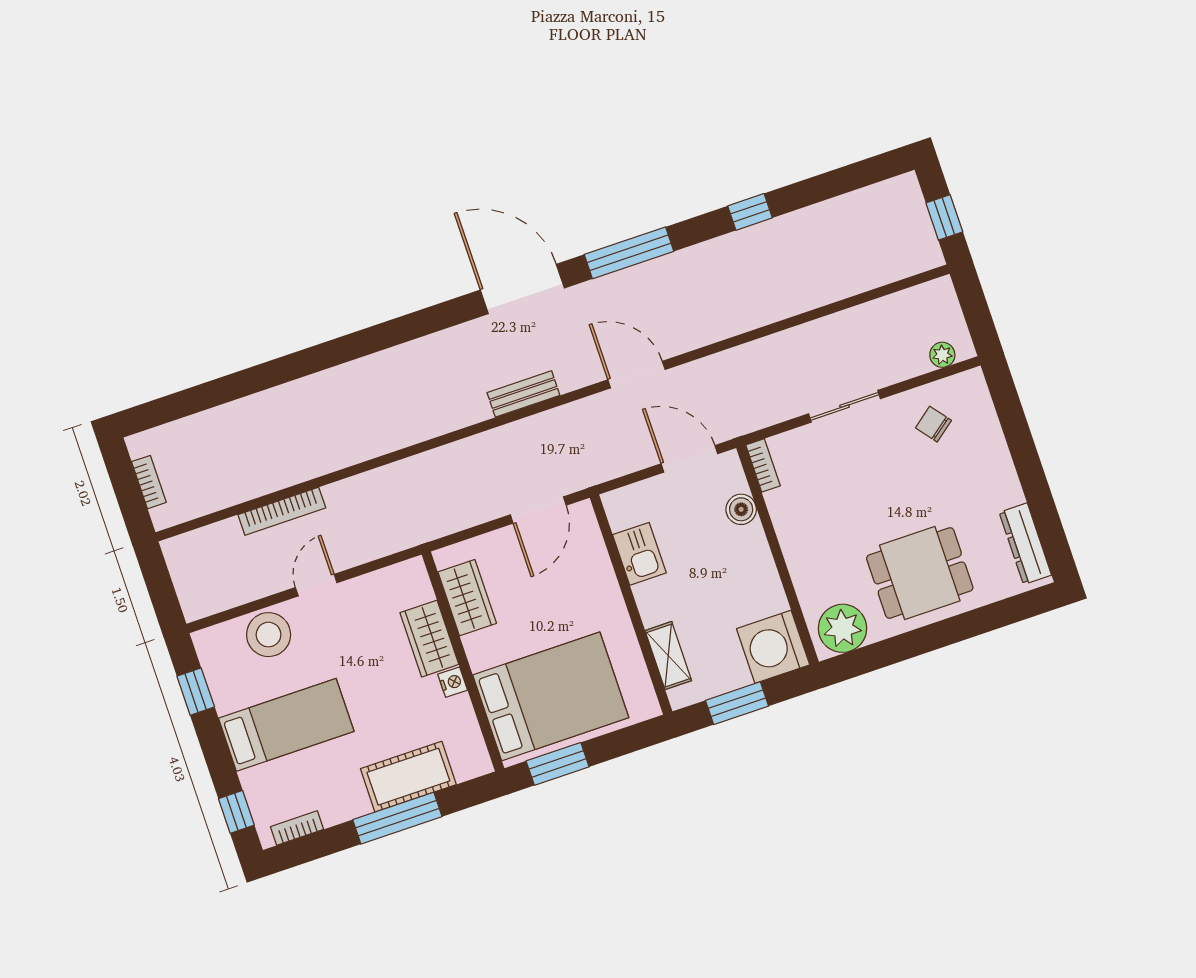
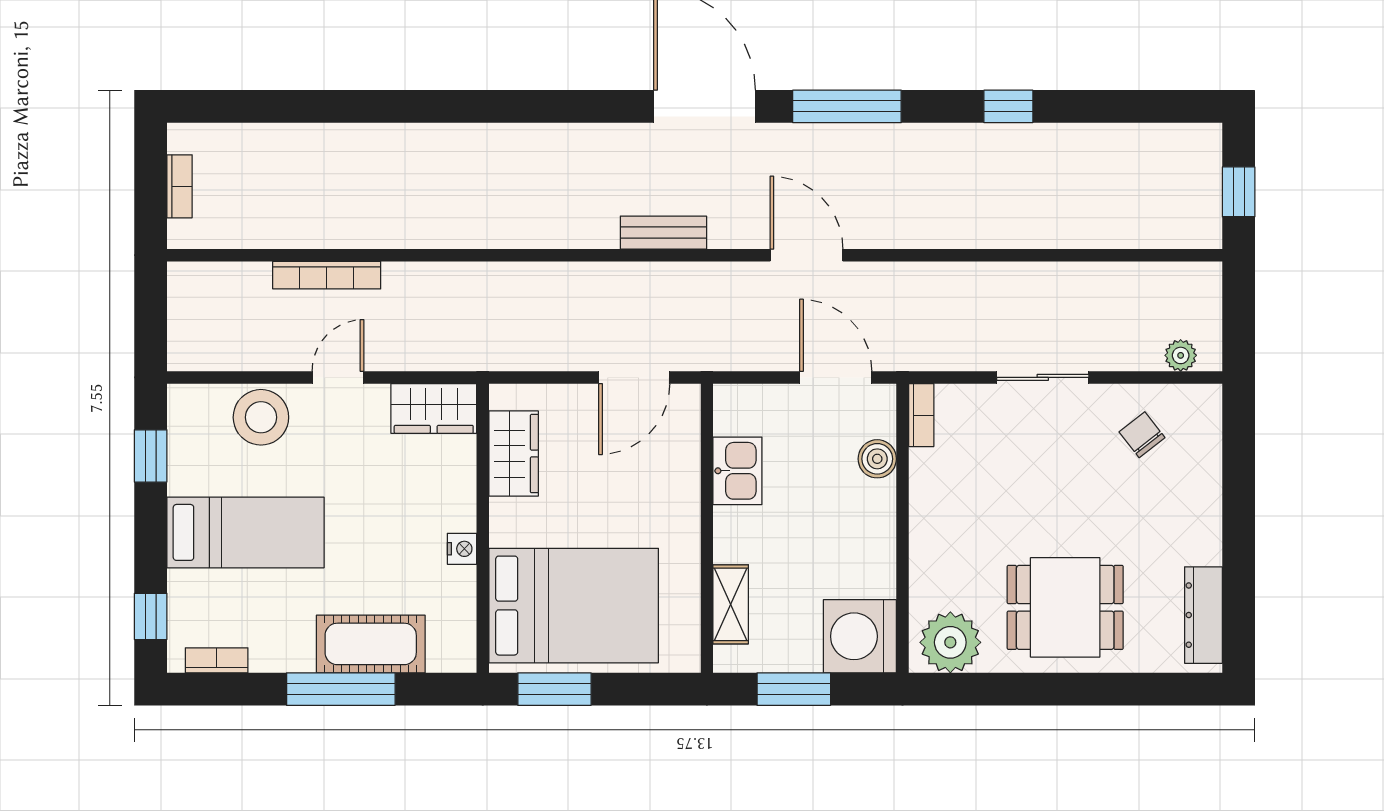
wardrobe: (429, 639) -> (434, 408), moved, turned -90

